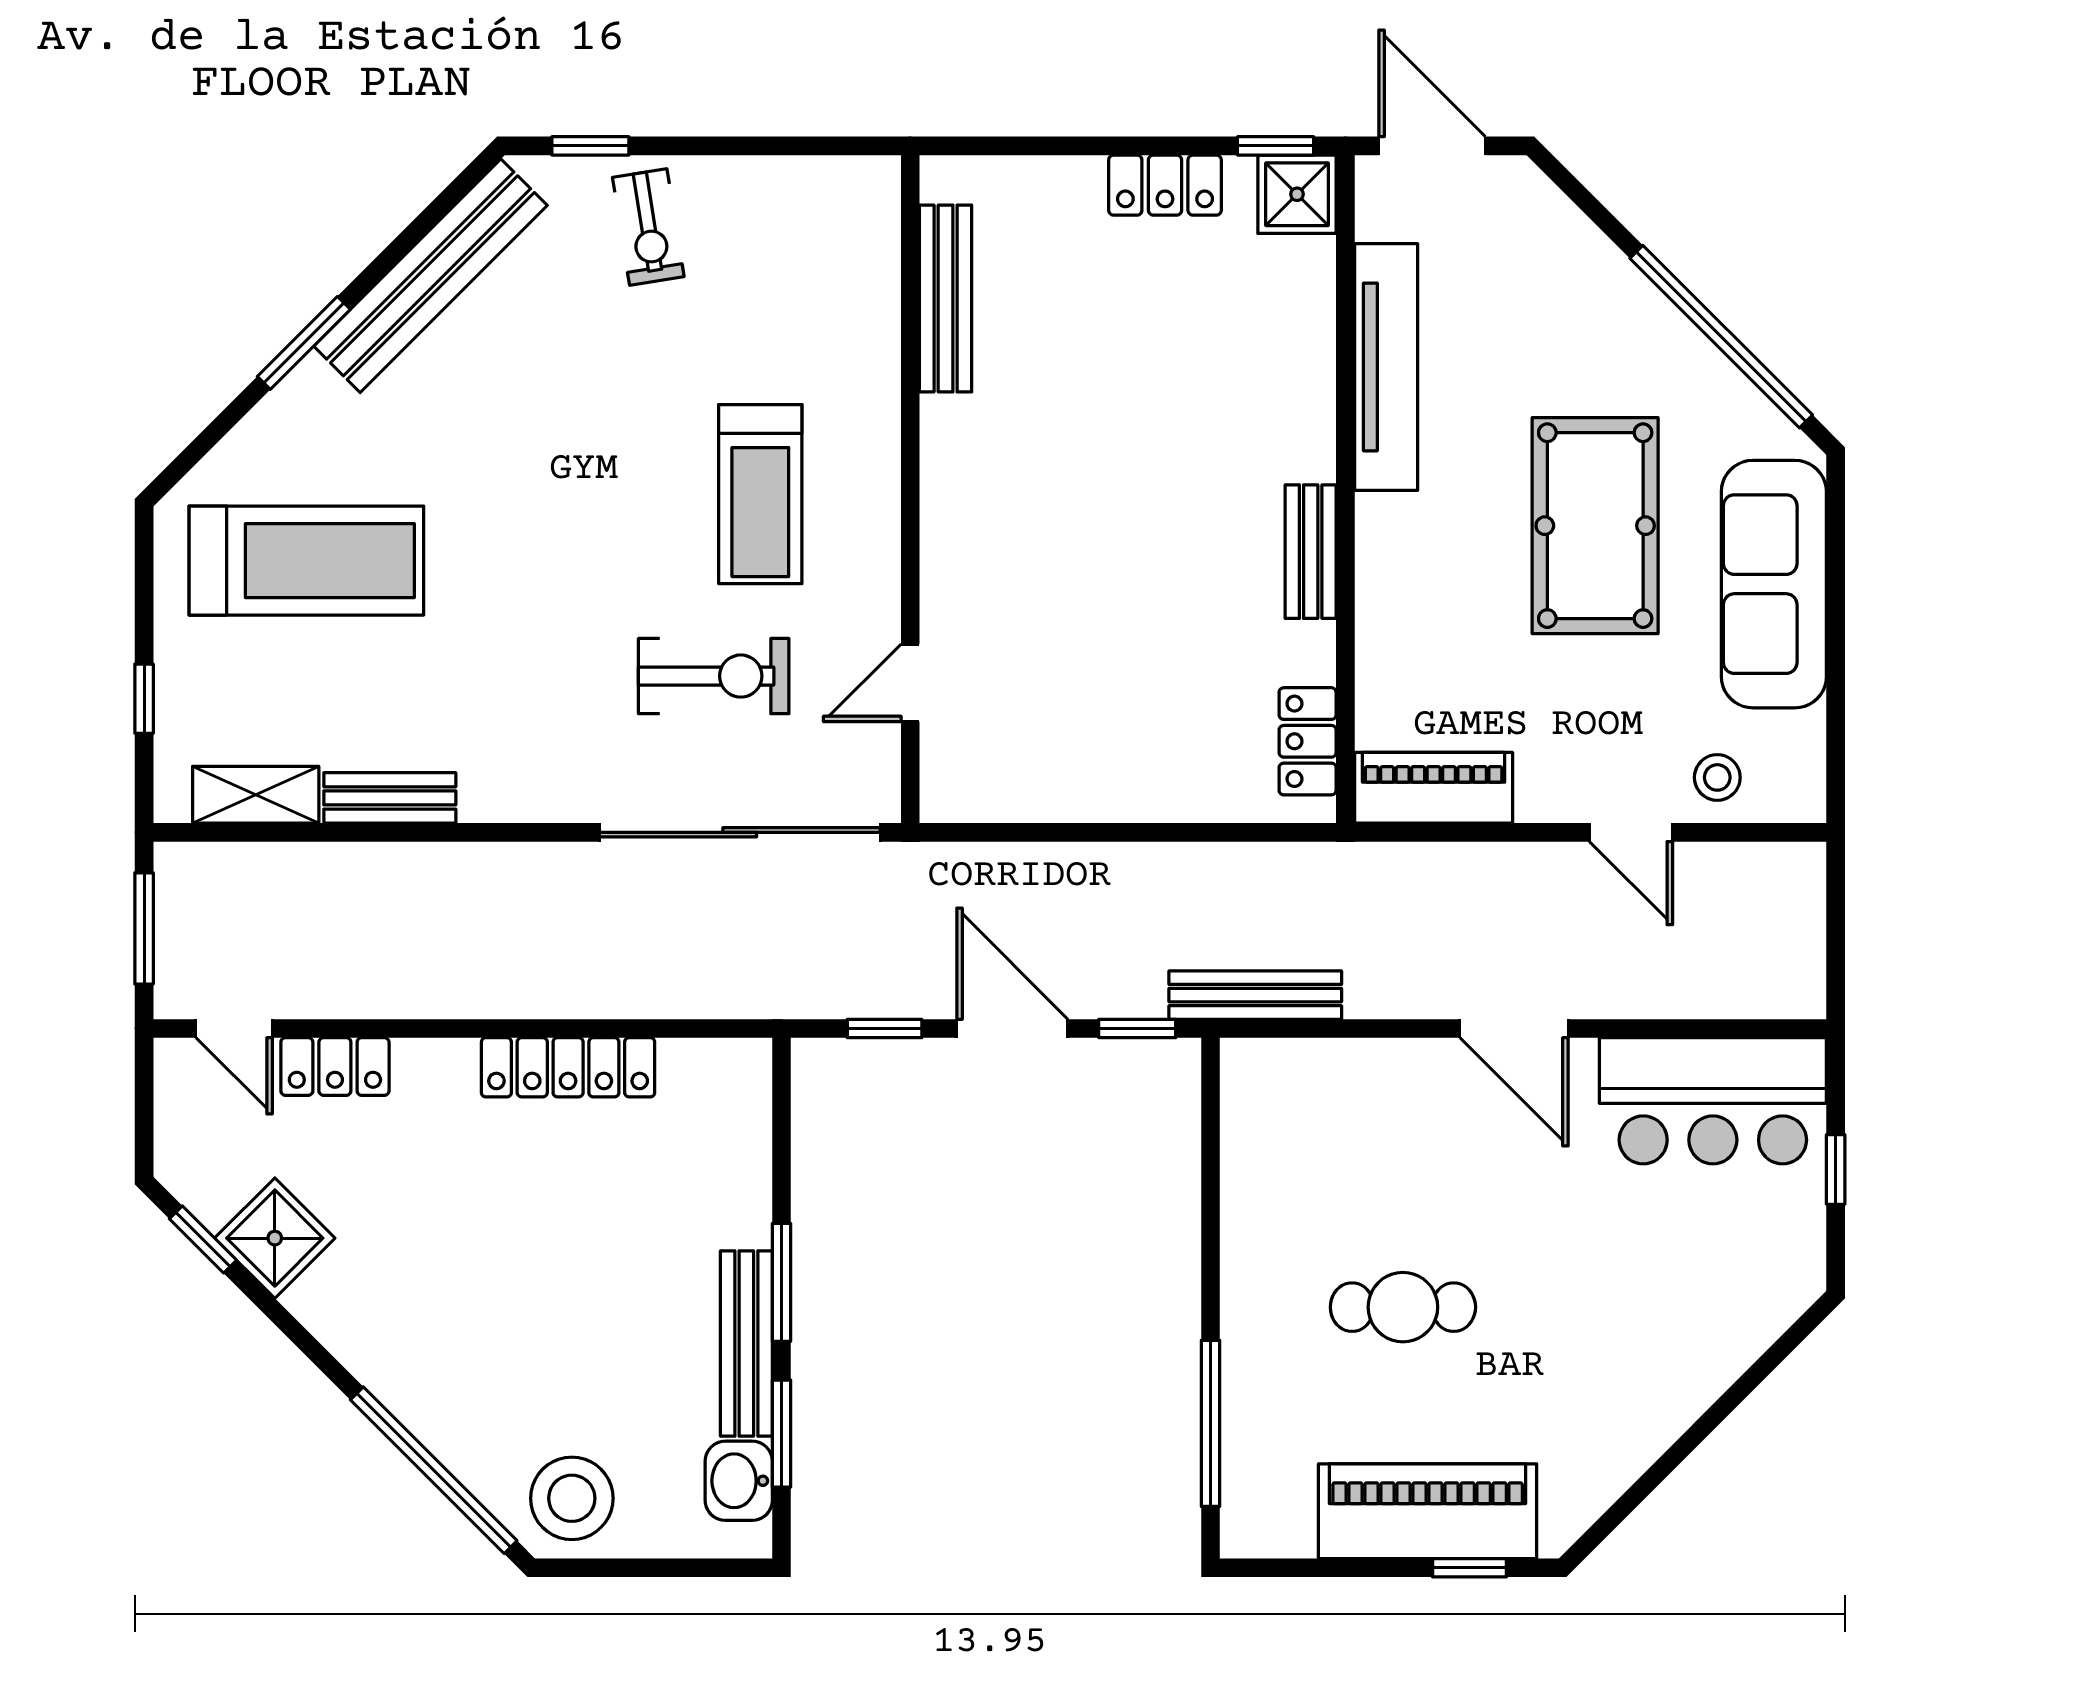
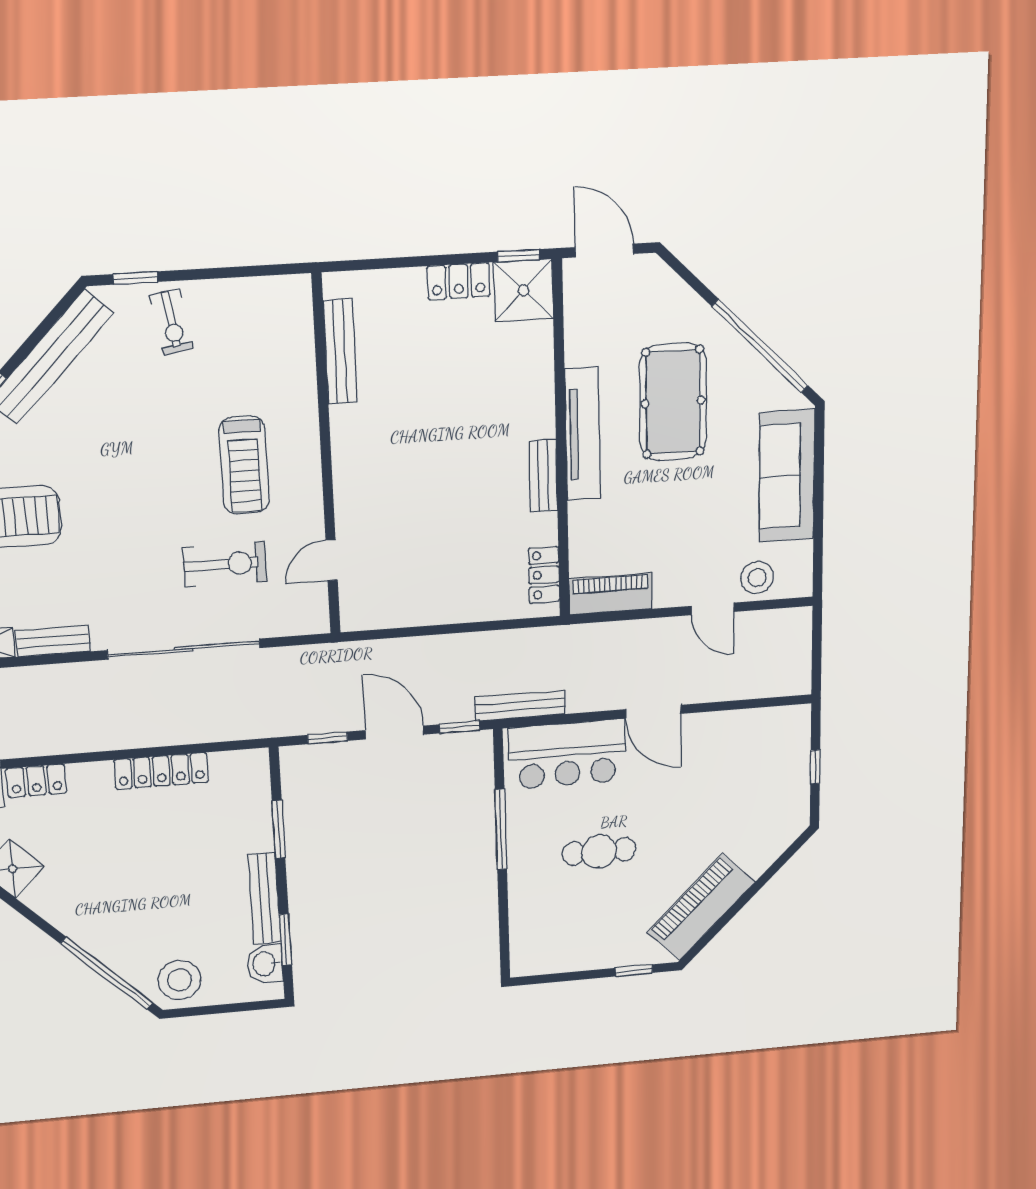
shower: (1297, 194) -> (524, 290), width x1.36, depth x1.36
tv unit: (1386, 367) -> (583, 434), moved
pool table: (1595, 526) -> (673, 402), moved
stool: (1717, 777) -> (757, 578), width x1.37, depth x1.37
sliding door: (740, 832) -> (184, 649), moved
bar counter: (1713, 1101) -> (567, 754), moved
window: (781, 1282) -> (279, 829), moved
window: (1211, 1423) -> (501, 829), moved
piano: (1428, 1511) -> (701, 907), moved, turned -45

